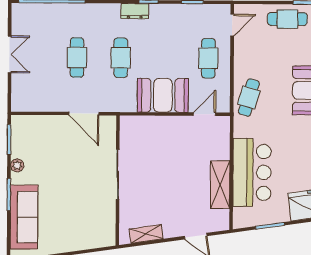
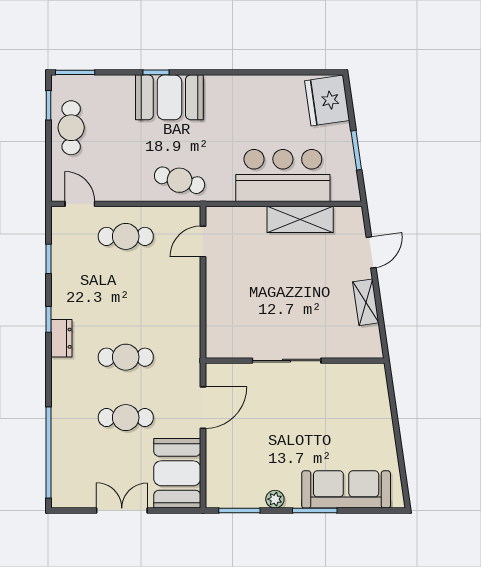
booth: (163, 95) -> (177, 473), moved
door: (204, 114) -> (203, 241), hinge flipped
shelving: (146, 234) -> (366, 302), moved

